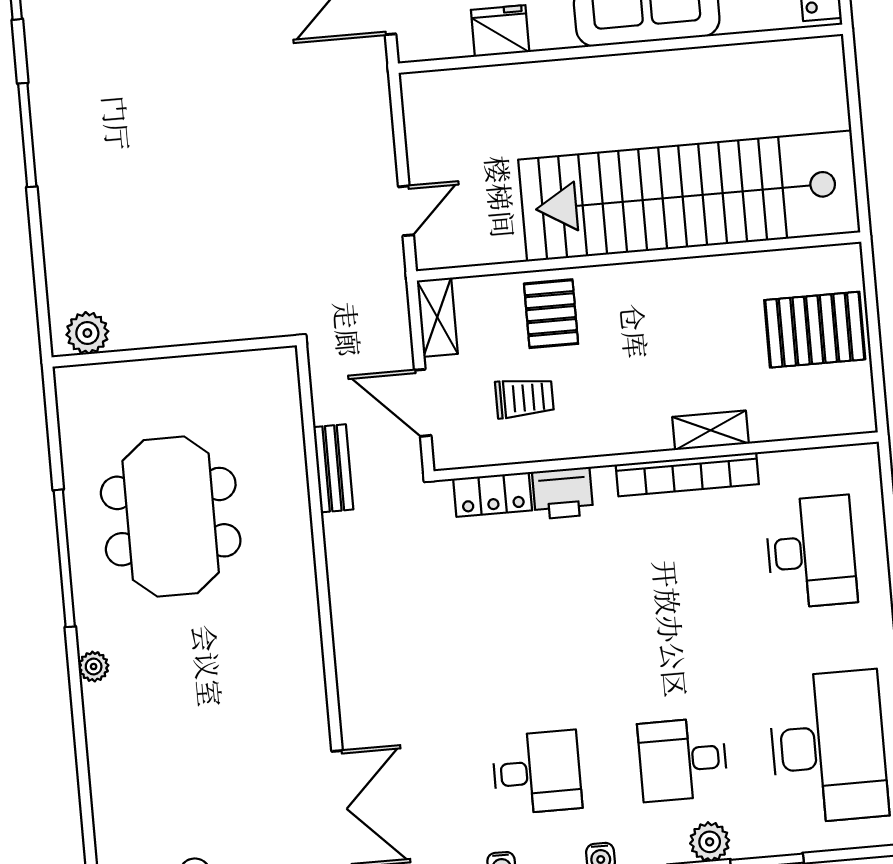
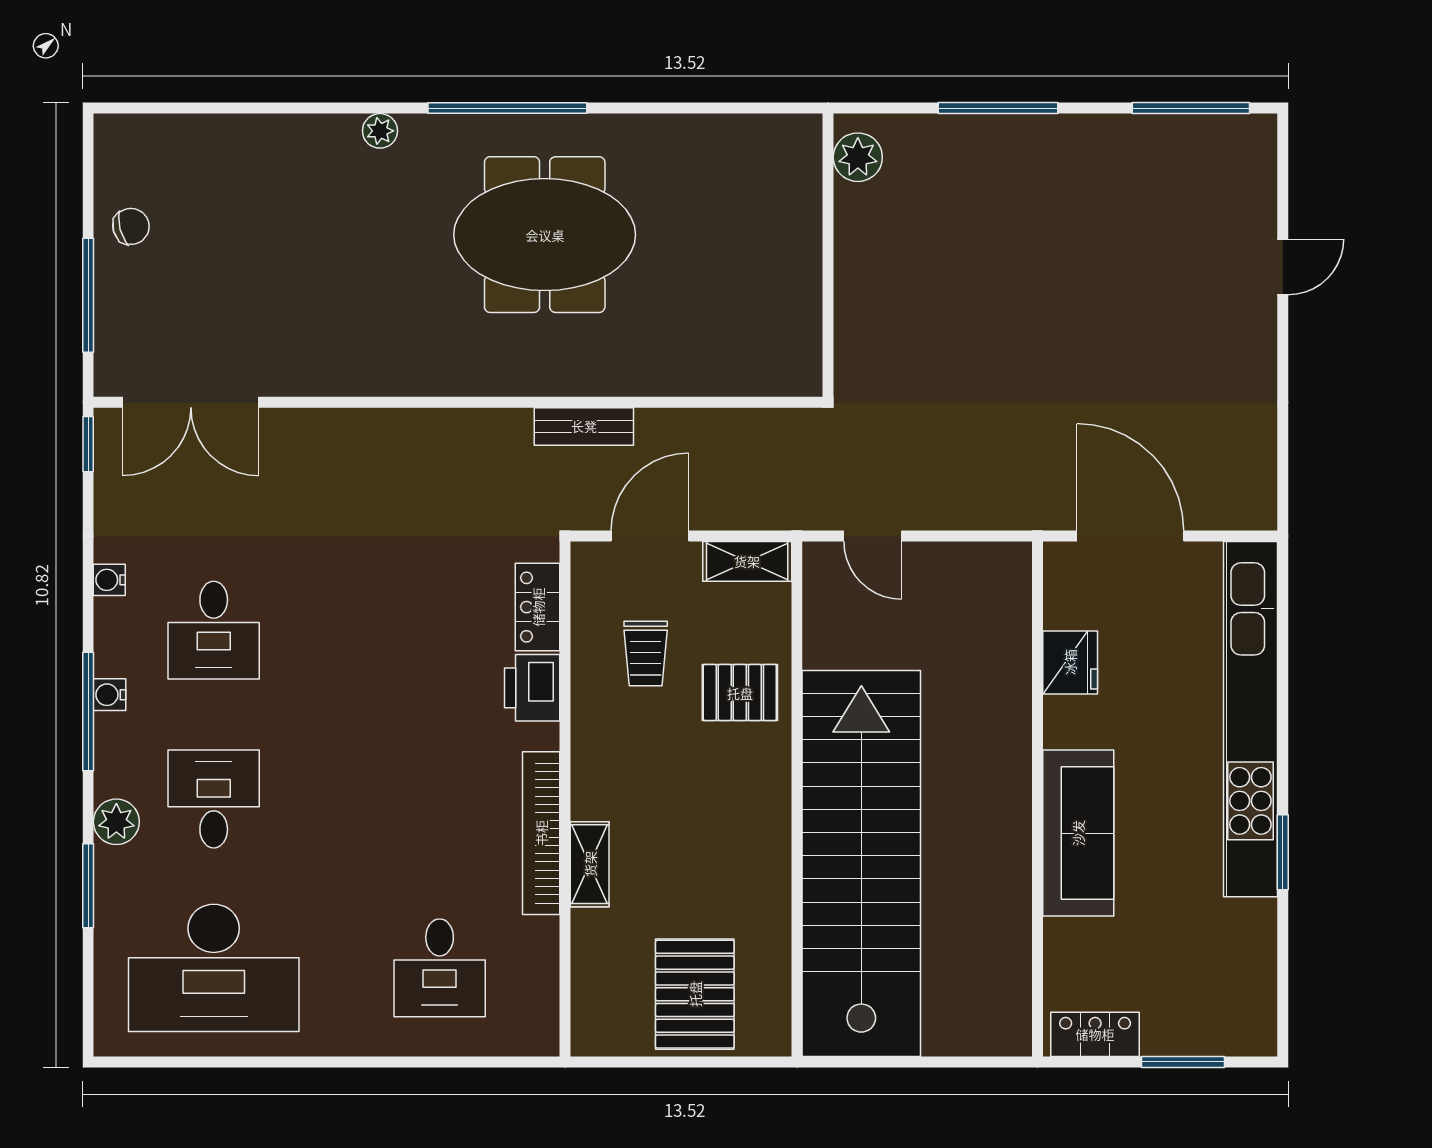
plant: (87, 333) -> (858, 157), moved
wall: (174, 351) -> (828, 255), moved
desk: (811, 552) -> (440, 968), width x0.73

